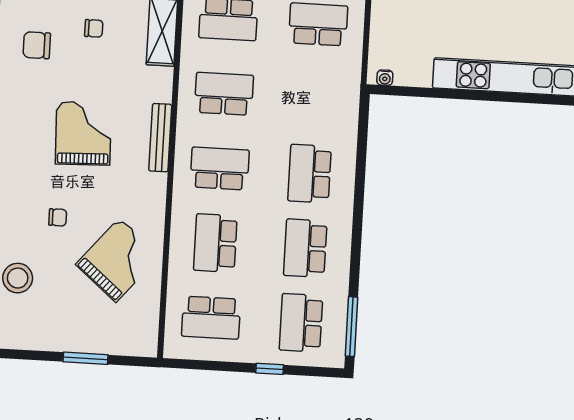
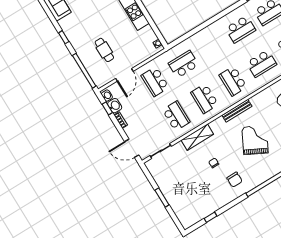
grand piano: (83, 133) -> (255, 140), turned 119
school desk: (310, 174) -> (184, 64), moved, turned 180

